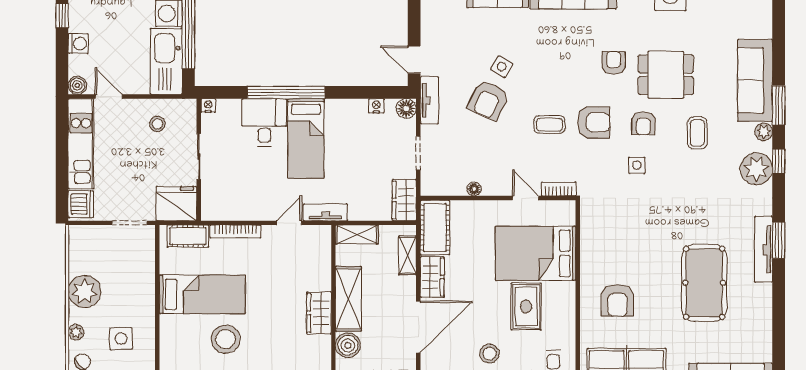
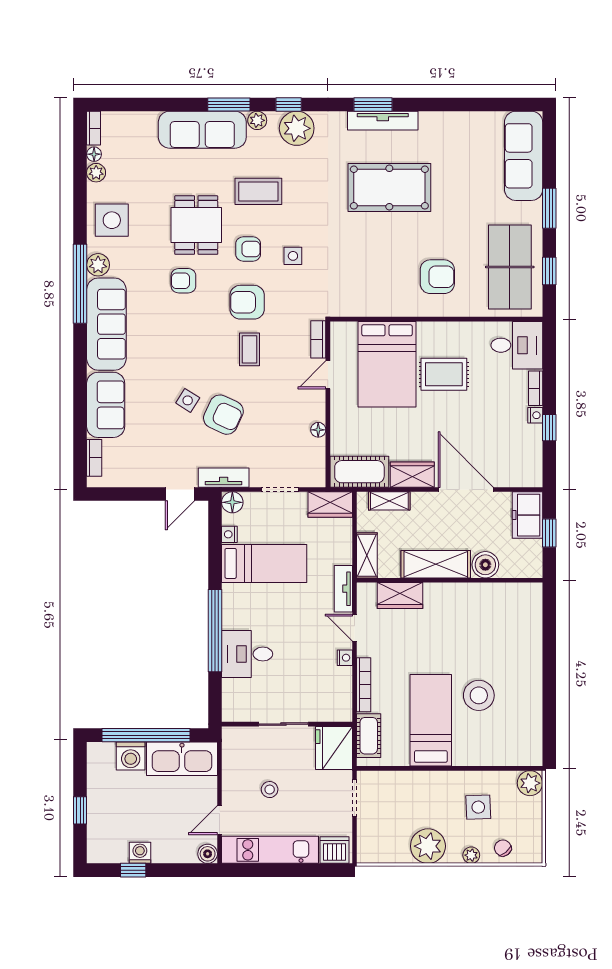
washing machine: (78, 43) -> (140, 853), moved
nightstand: (208, 106) -> (345, 658), moved, turned 180
armchair: (594, 122) -> (247, 302), turned -90
stool: (157, 124) -> (270, 790), moved
coffee table: (697, 133) -> (258, 191), width x1.36, depth x1.30
bed: (306, 138) -> (264, 563), moved
pool table: (704, 283) -> (389, 188), moved
wardrobe: (319, 313) -> (400, 596), moved
stool: (489, 354) -> (494, 413), removed

